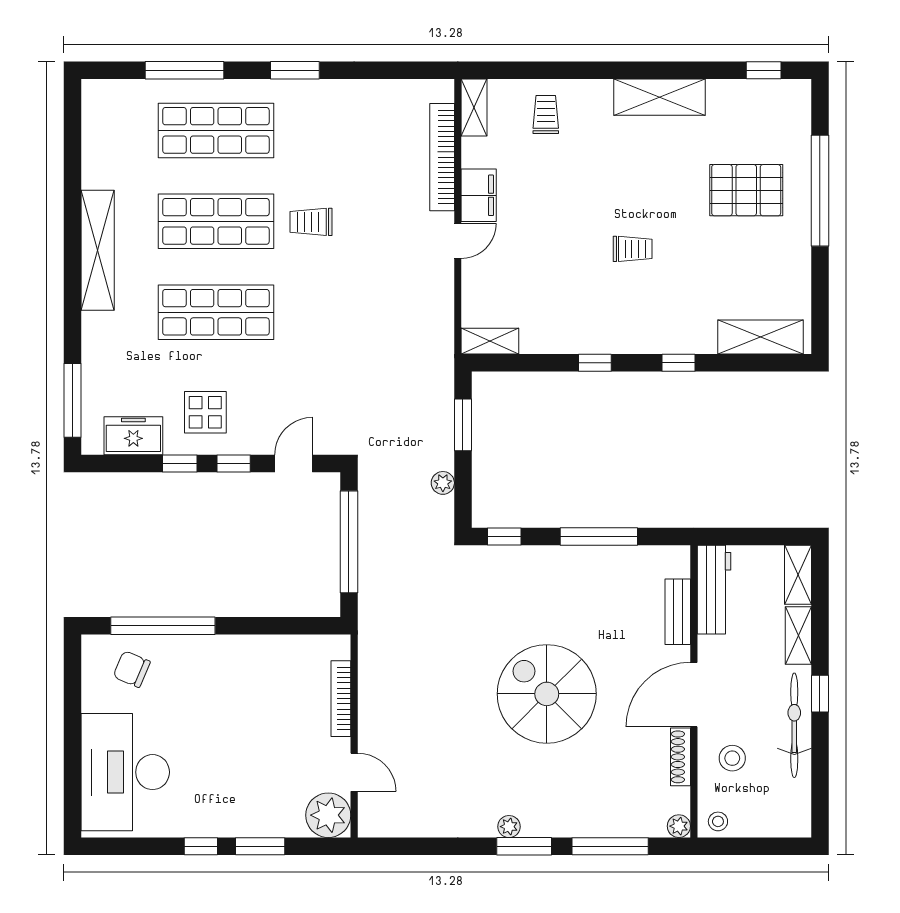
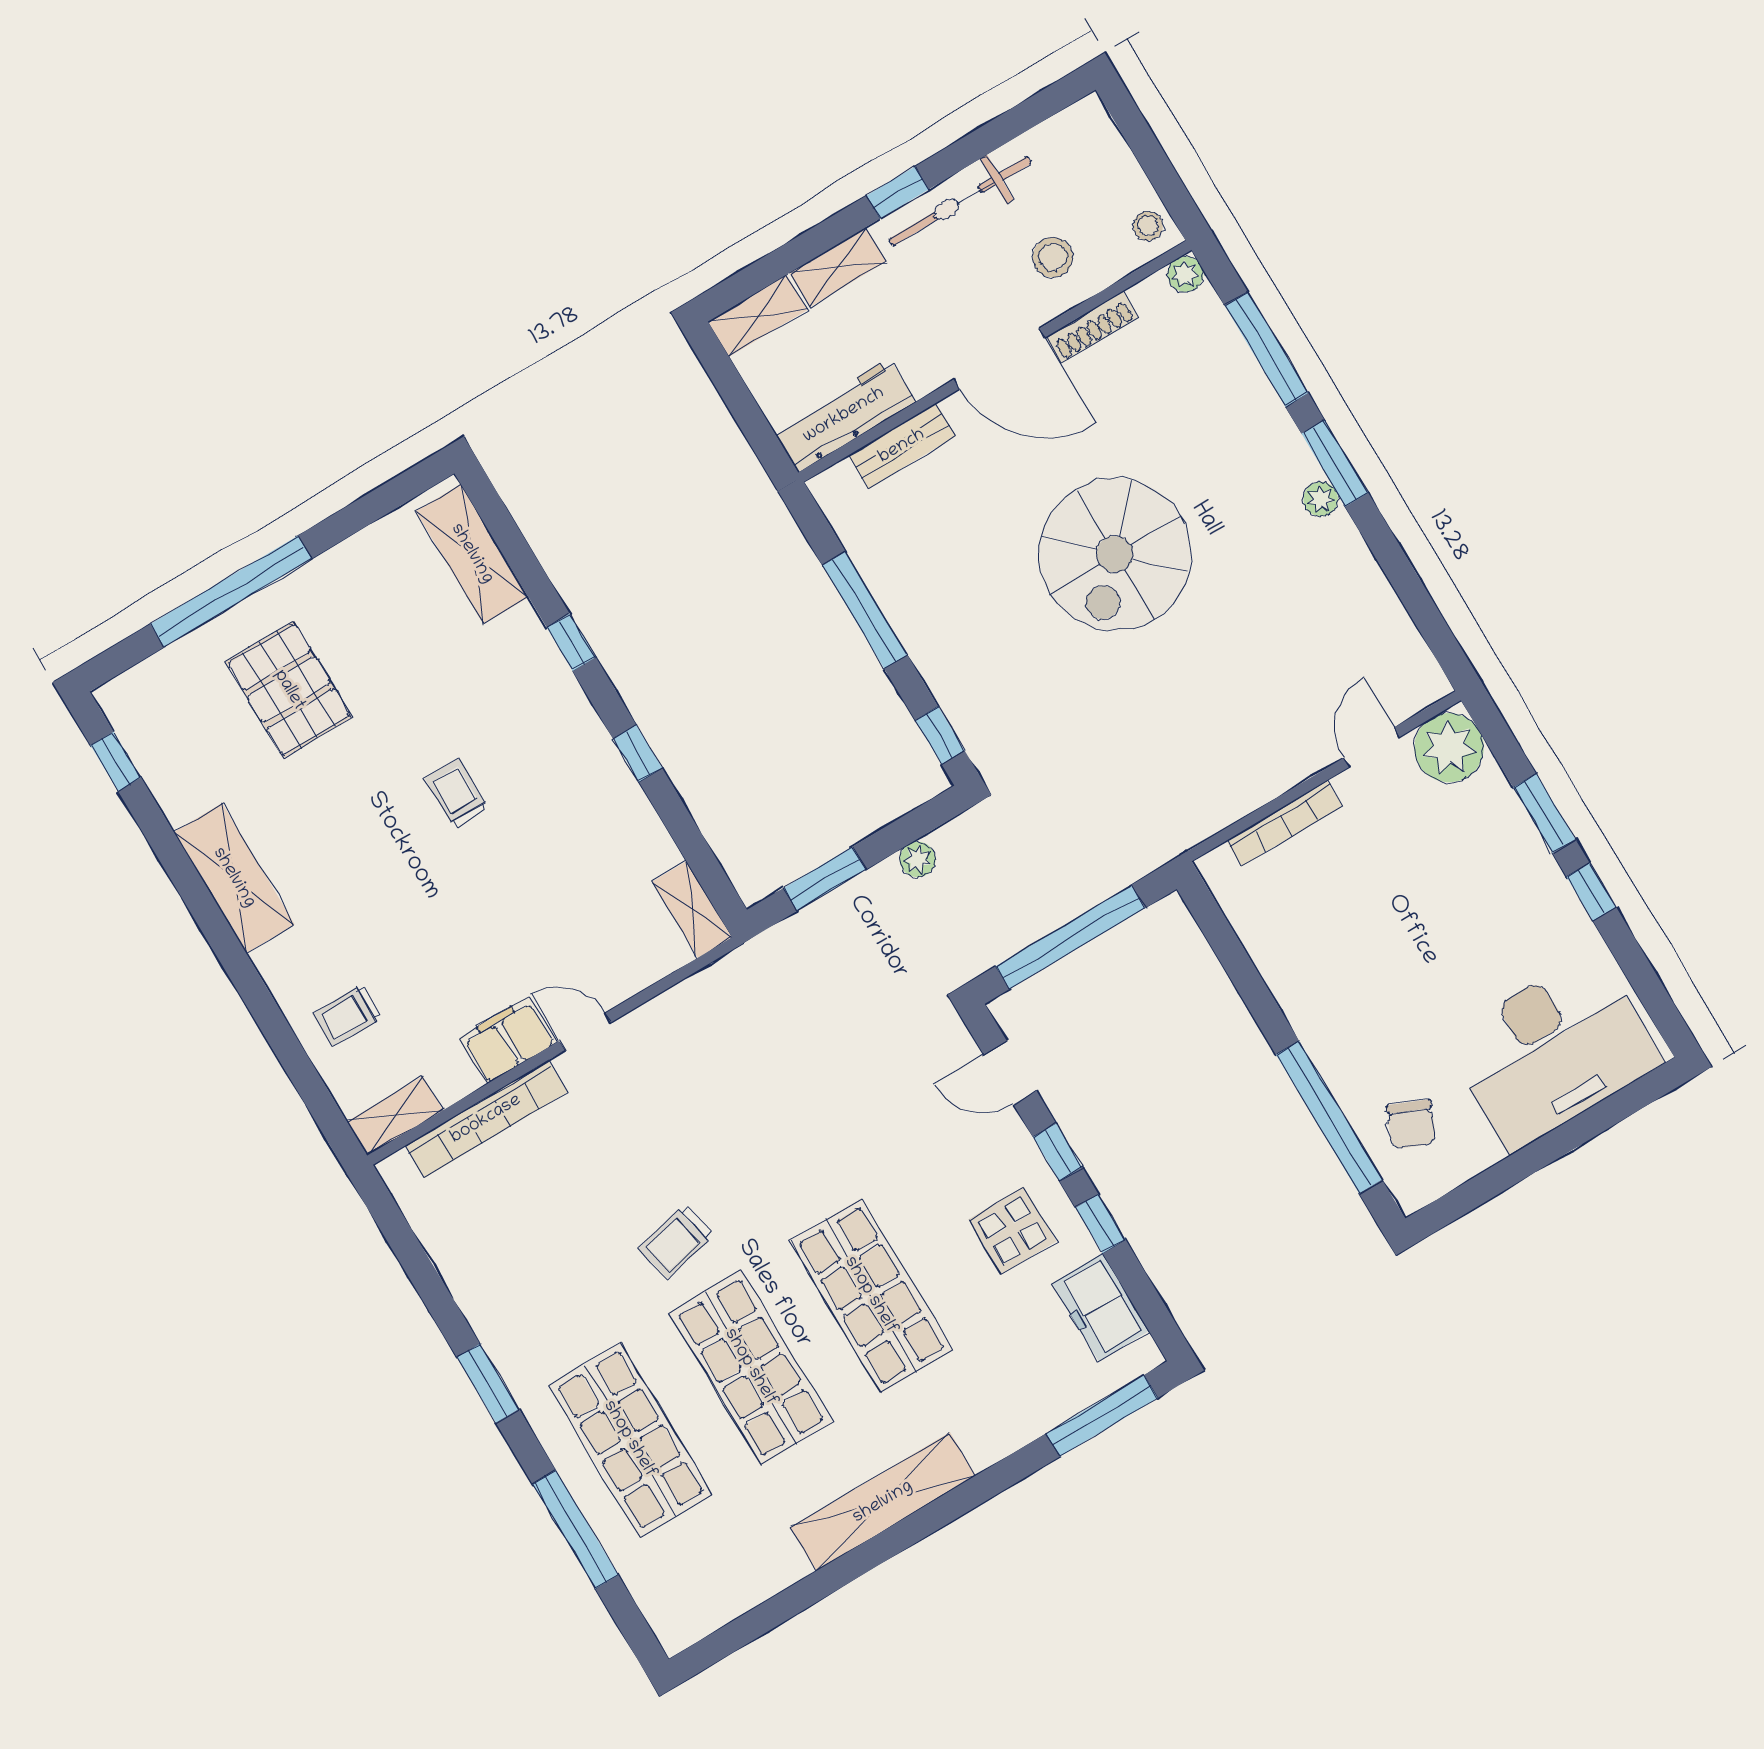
trolley: (311, 222) -> (676, 1241), turned 77

